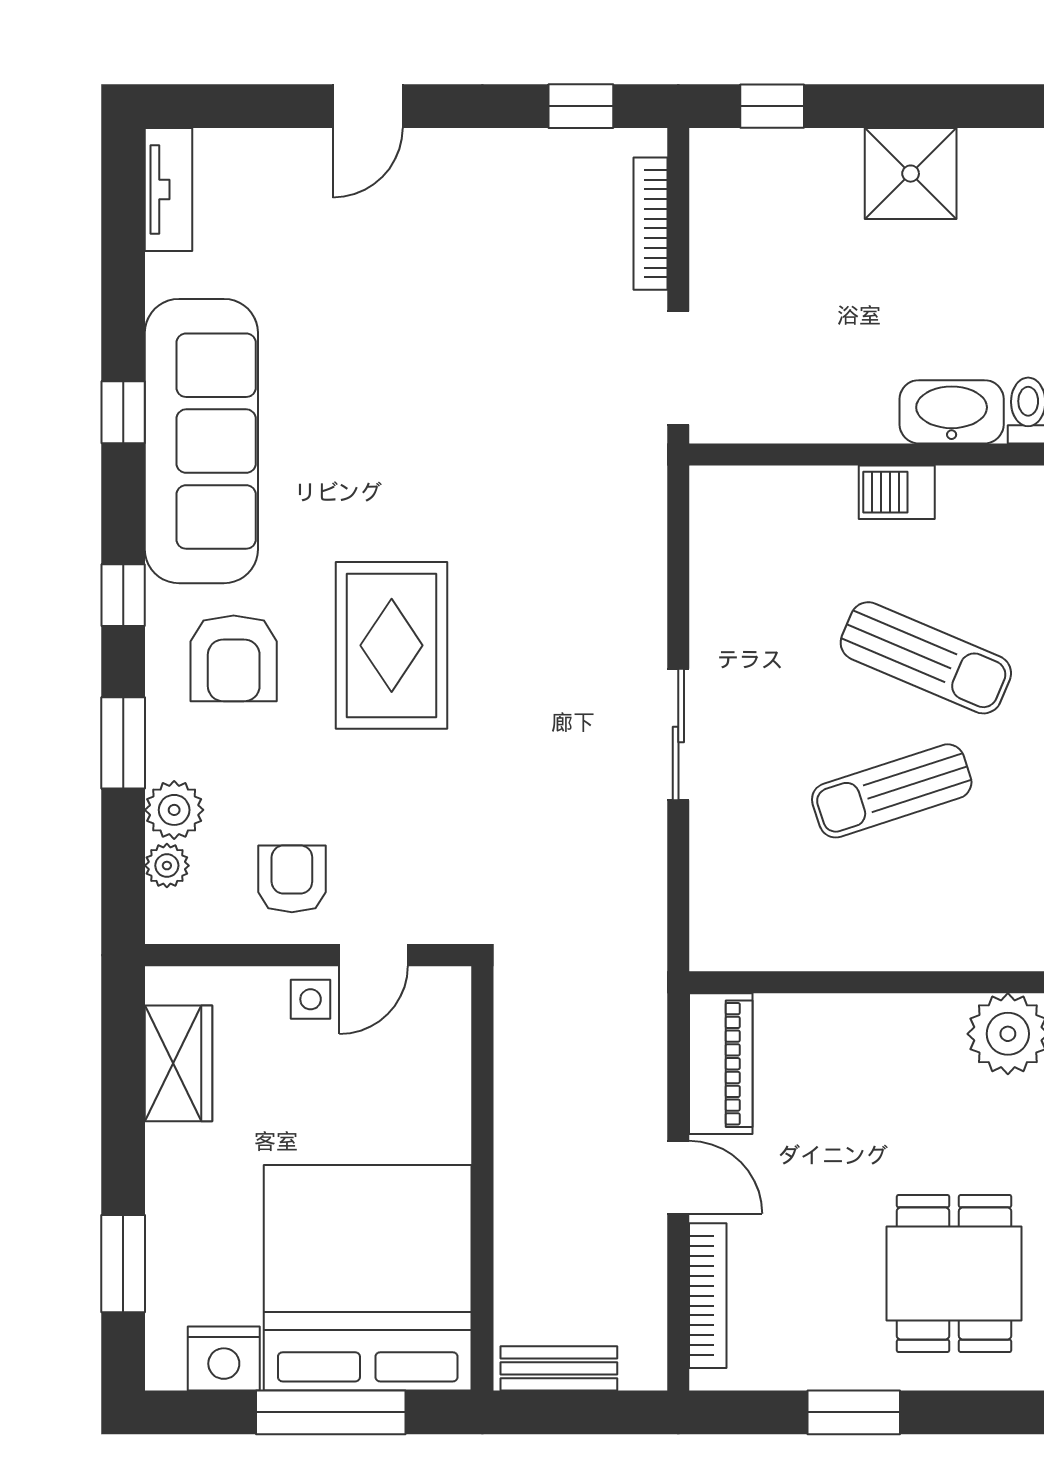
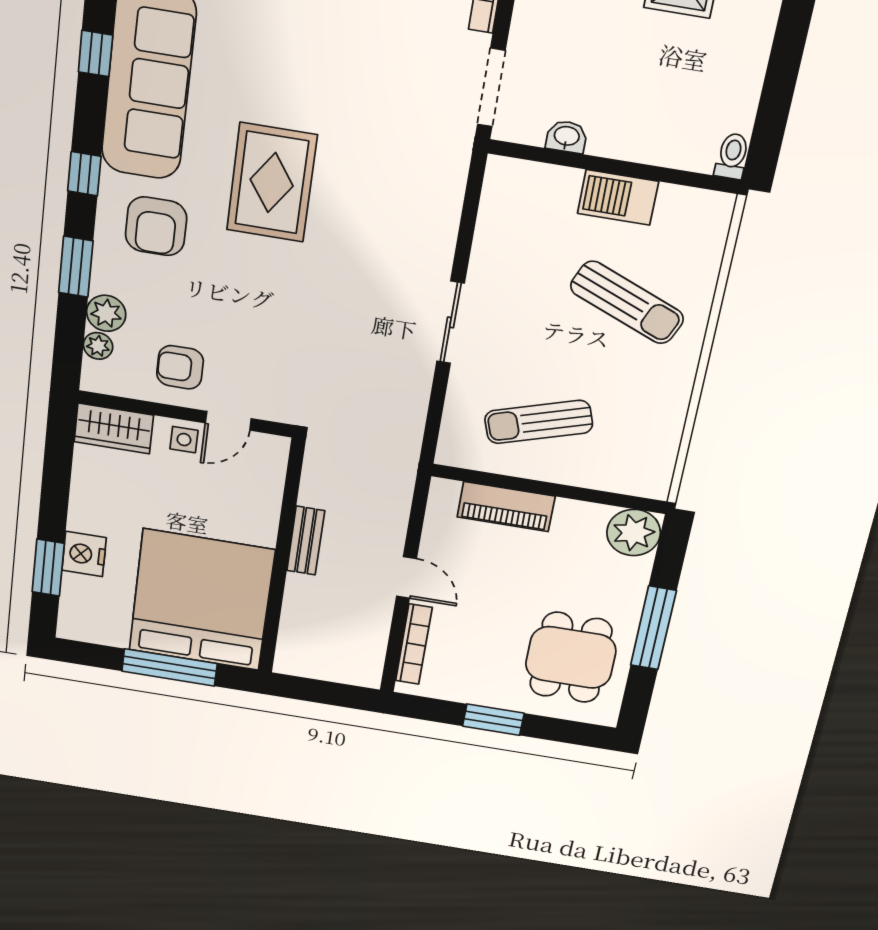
washbasin: (952, 412) -> (567, 137), moved, width x0.52, depth x0.69
barbecue: (897, 492) -> (618, 197), width x1.38, depth x1.27
rug: (392, 645) -> (272, 183), moved
sun lounger: (892, 791) -> (539, 422), moved
armchair: (292, 879) -> (180, 367), turned -90
wardrobe: (179, 1063) -> (114, 428), moved, turned 90
piano: (721, 1064) -> (506, 507), moved, turned 90
nightstand: (224, 1358) -> (84, 554), moved, turned 90
bench: (559, 1368) -> (306, 541), moved, turned 90

